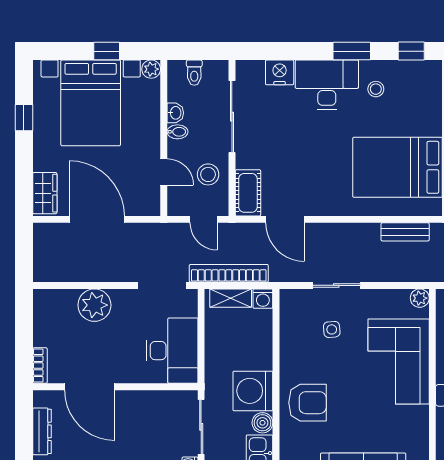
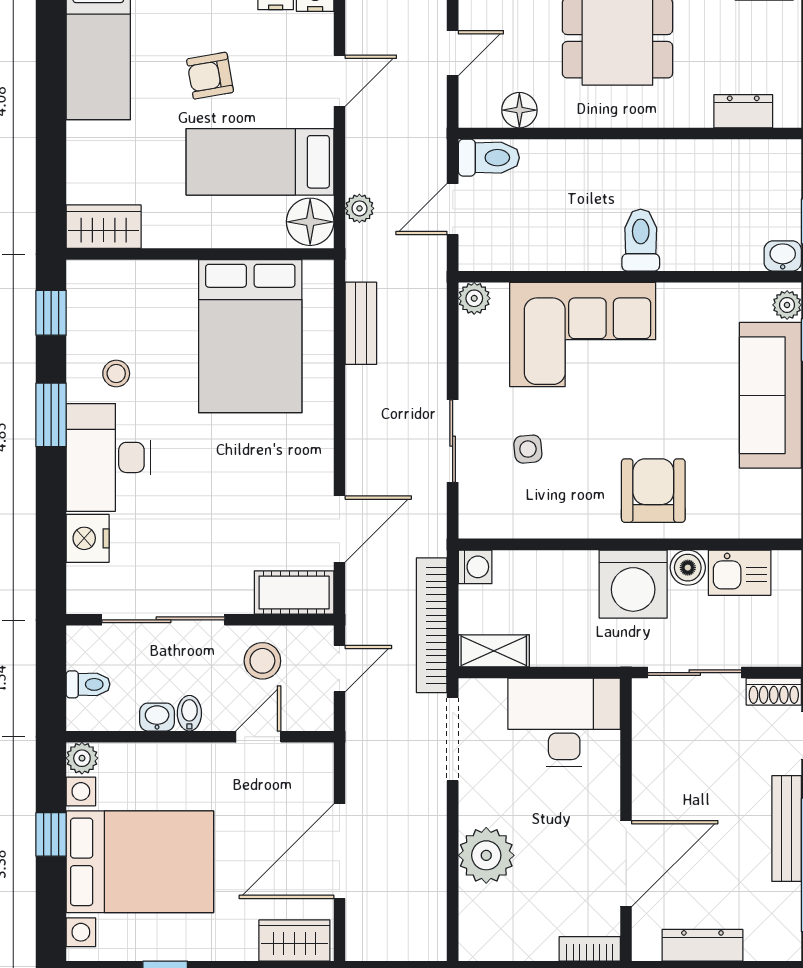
shelving: (231, 298) -> (494, 651), moved, turned 90

